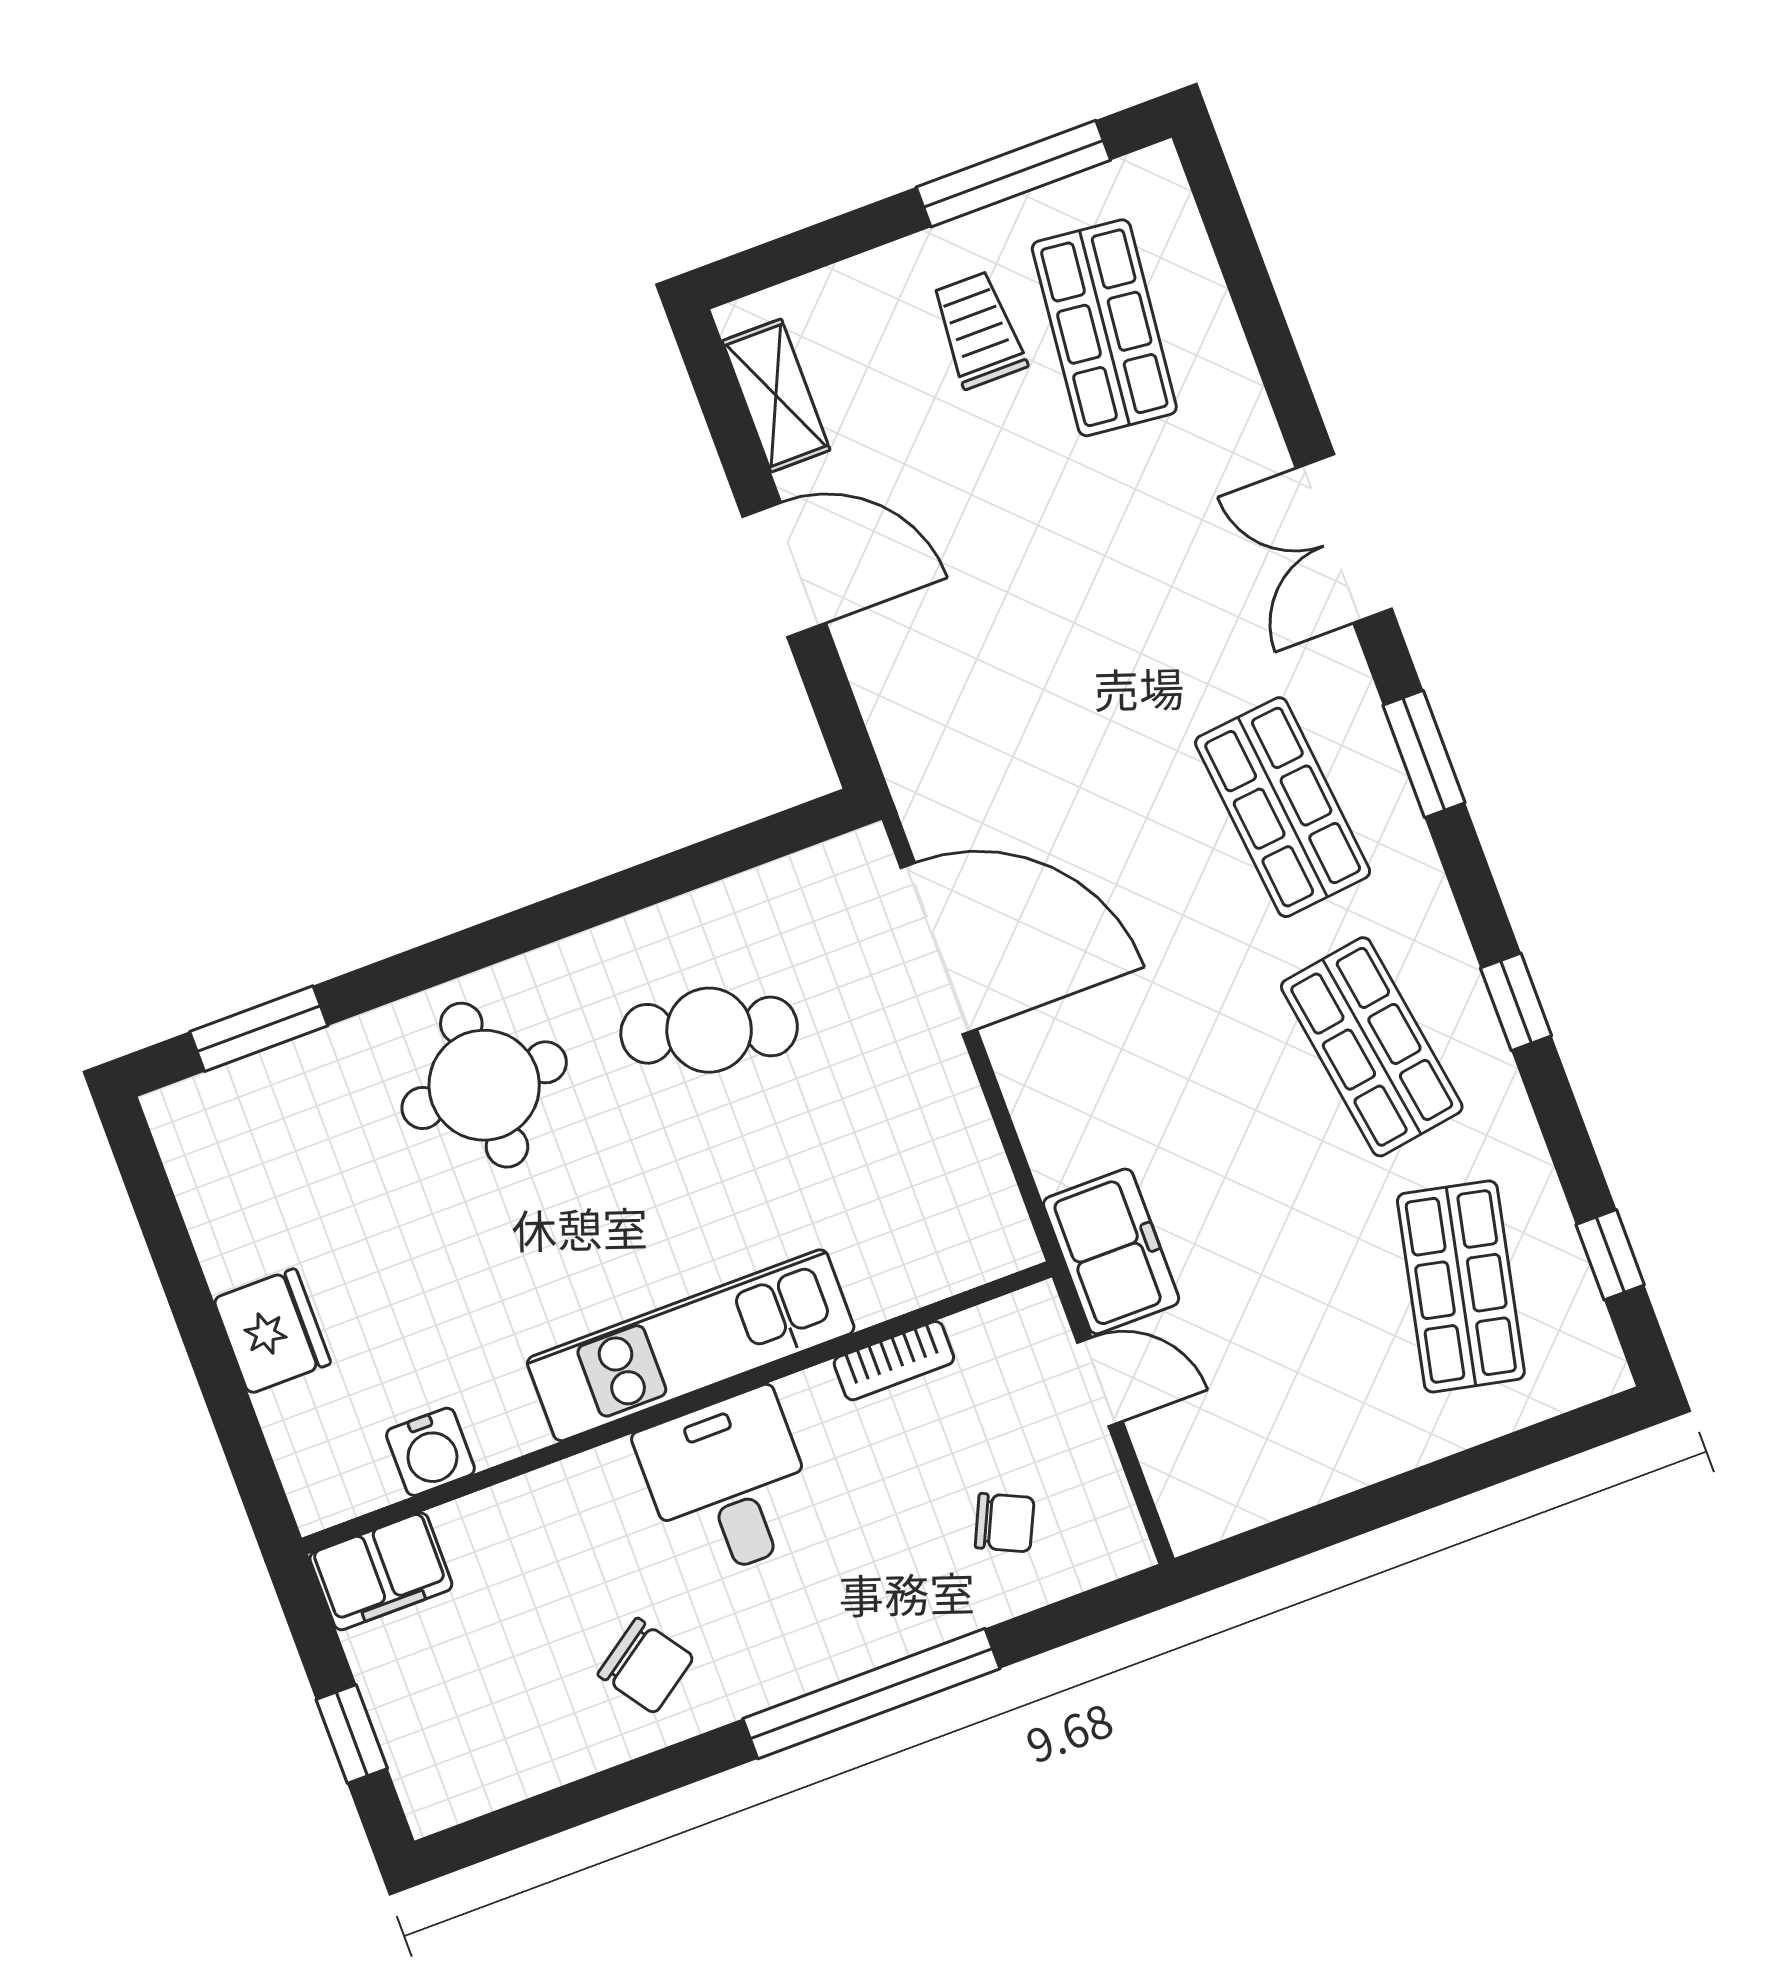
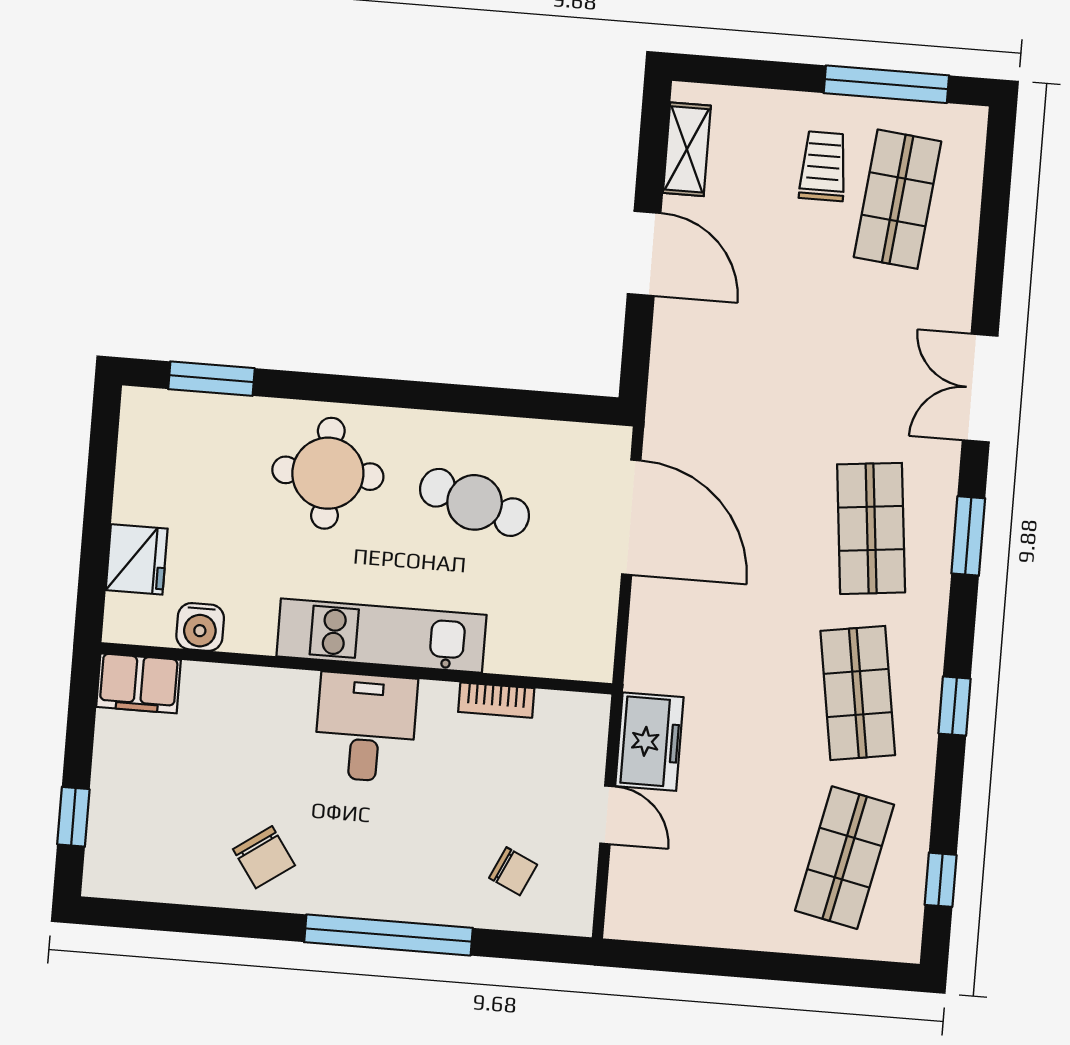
kitchen unit: (691, 1345) -> (381, 636), moved
bookcase: (894, 1361) -> (496, 700), moved
wall: (677, 1408) -> (356, 668), moved
water cooler: (430, 1452) -> (200, 627), moved
desk: (728, 1484) -> (366, 727), moved
filing cabinet: (381, 1571) -> (139, 683), moved

